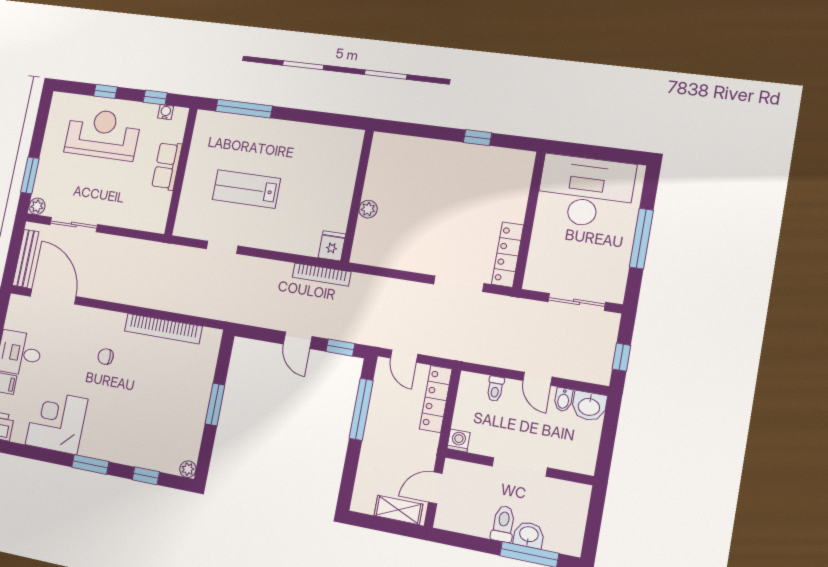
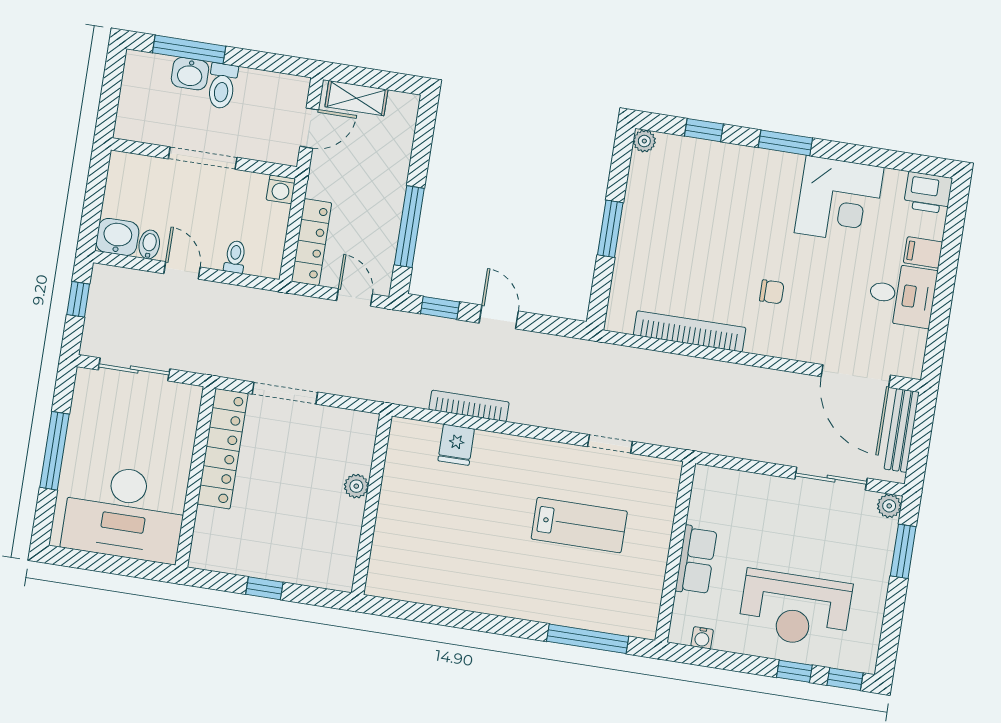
window: (155, 98) -> (845, 679), moved
wall: (357, 196) -> (372, 504), moved
plant: (368, 209) -> (356, 486), moved
locker: (508, 255) -> (223, 449), width x1.41, depth x1.21

